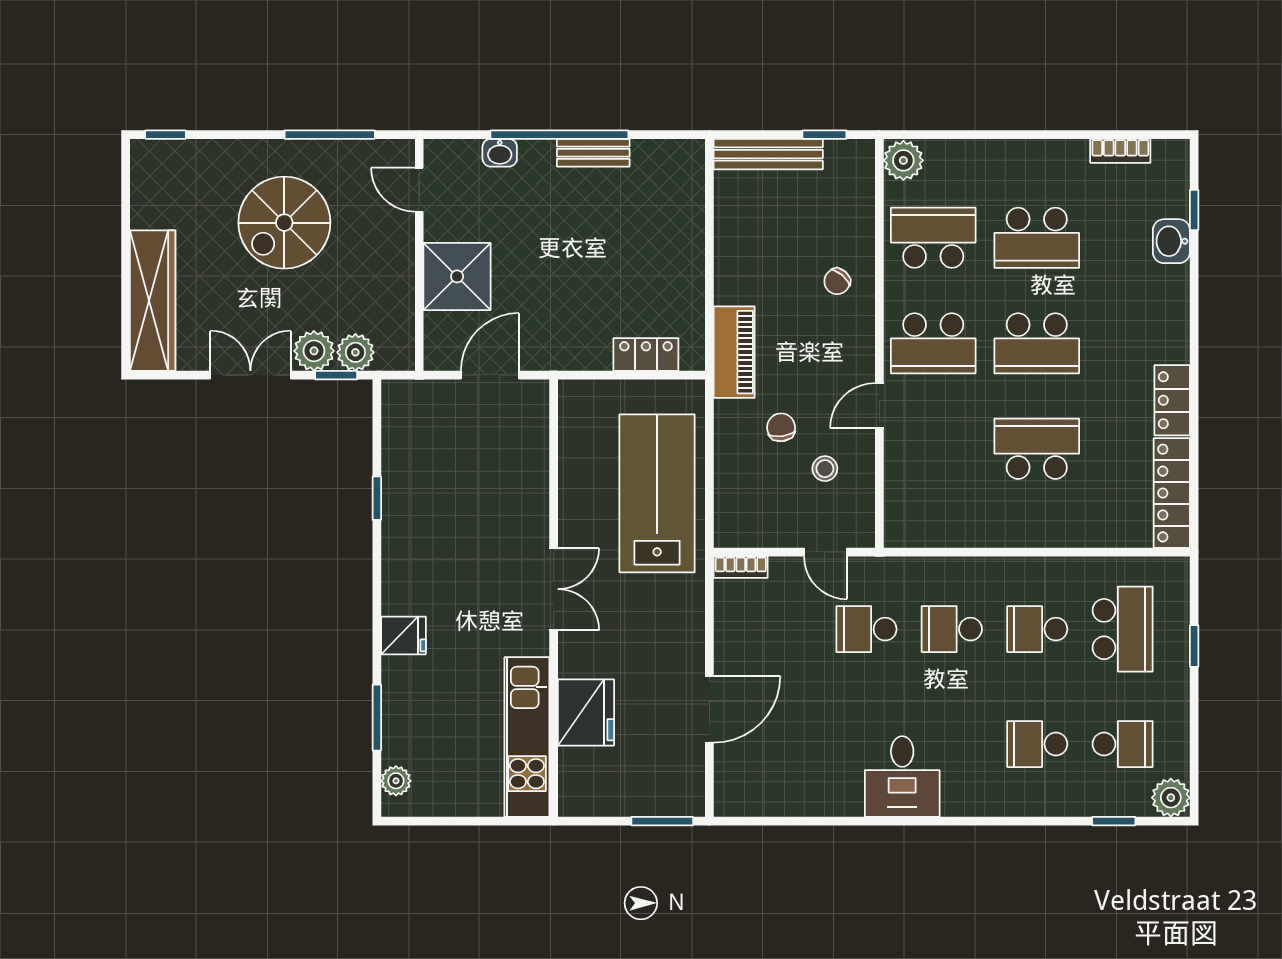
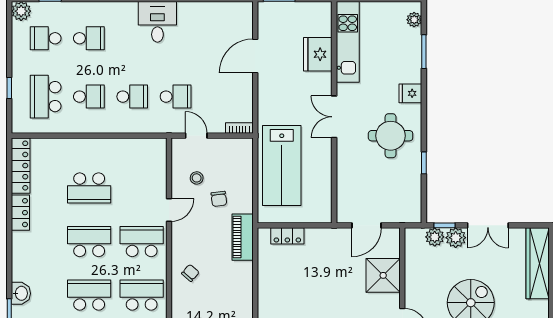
school desk: (933, 238) -> (142, 295), turned 180
round table: (443, 552) -> (391, 136), added

